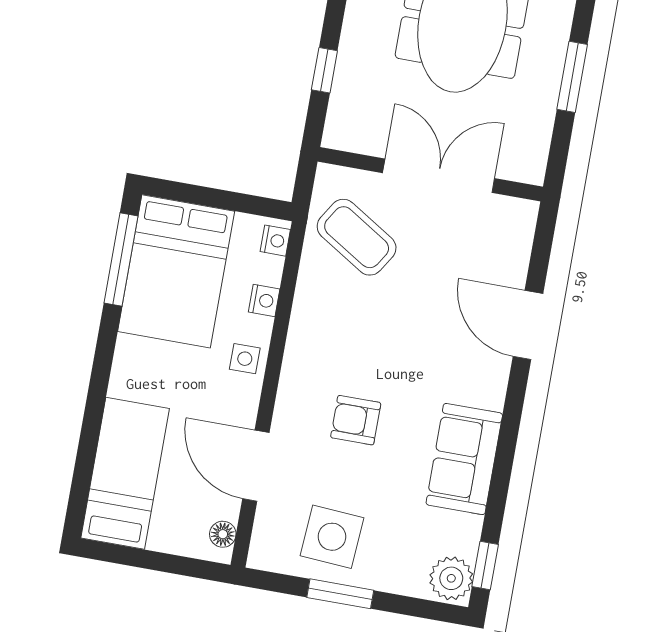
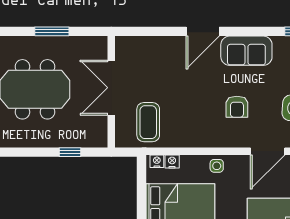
coffee table: (357, 237) -> (148, 122), turned -32
nightstand: (264, 300) -> (172, 162), moved
door: (528, 325) -> (203, 31), moved

